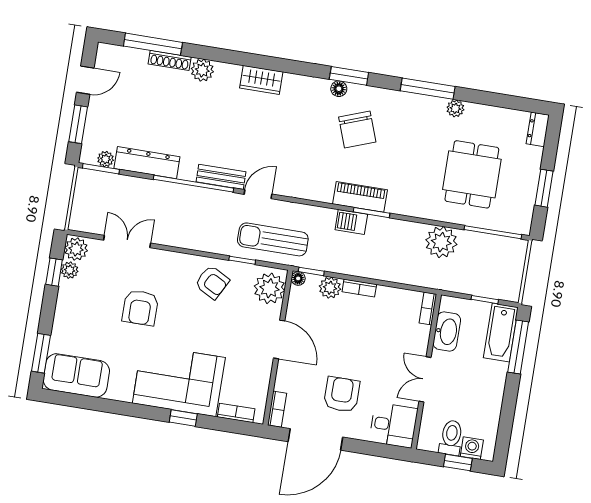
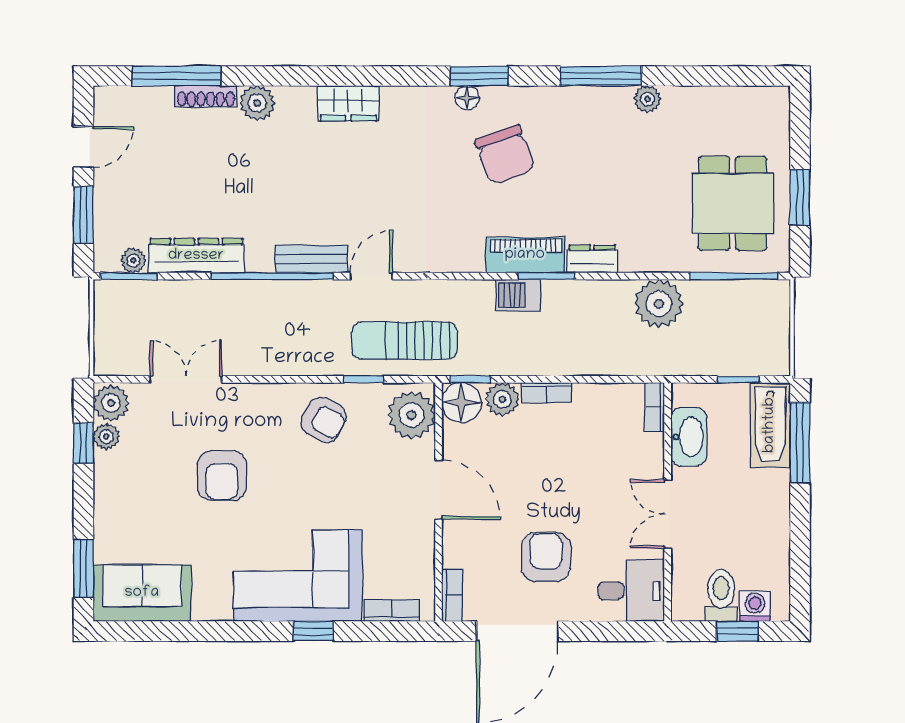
dresser: (538, 129) -> (592, 259), moved, turned 90
dining table: (472, 174) -> (733, 203), moved
floor lamp: (298, 278) -> (462, 402), width x1.89, depth x1.89

